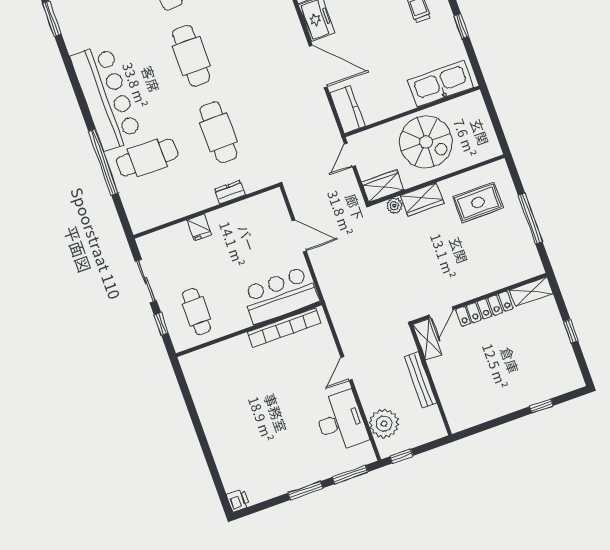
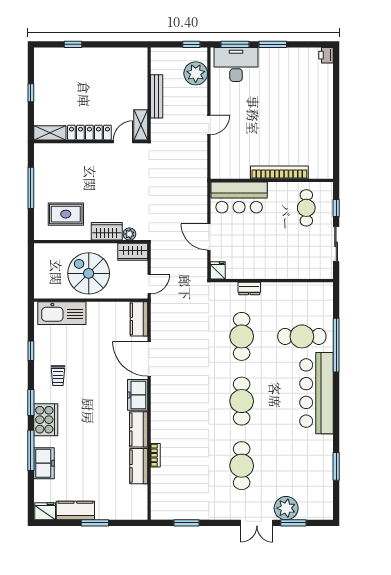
fridge: (199, 227) -> (218, 270), moved
bookcase: (284, 327) -> (279, 172), moved
desk: (341, 421) -> (236, 64), moved, turned 90

